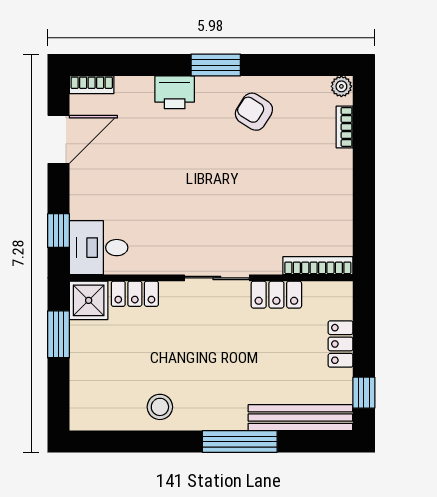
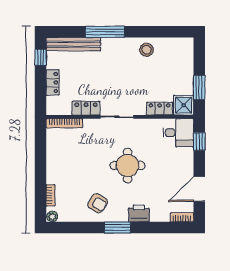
round table: (196, 184) -> (128, 165), added

